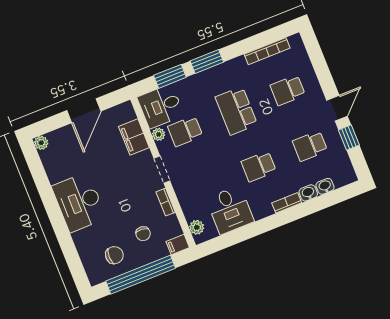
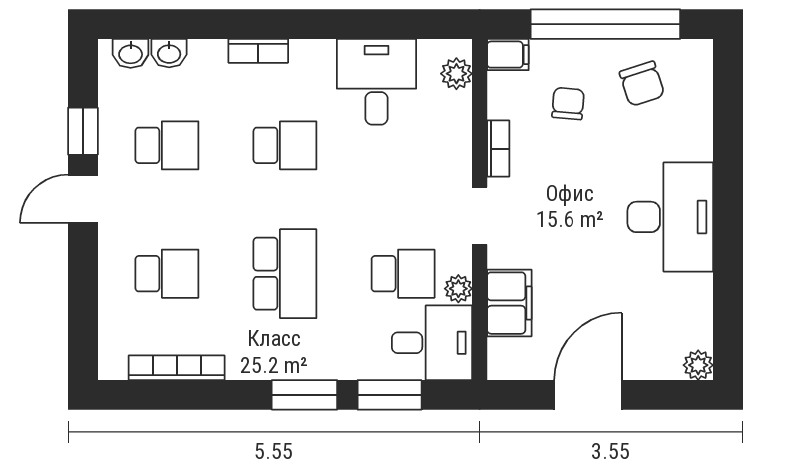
washbasin: (308, 193) -> (131, 53), moved
chair: (114, 255) -> (642, 84), turned -108

